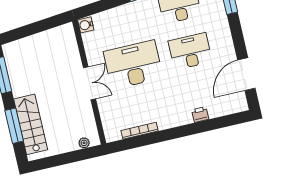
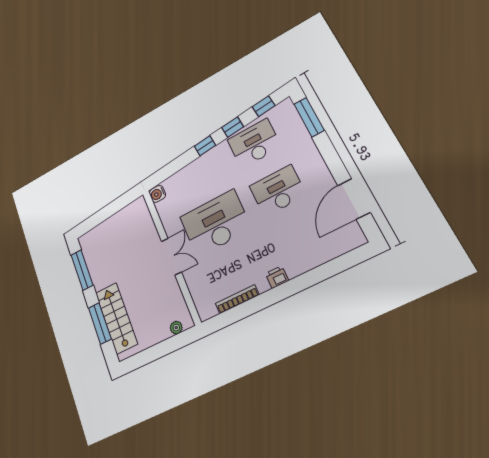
printer: (200, 115) -> (277, 277), moved

